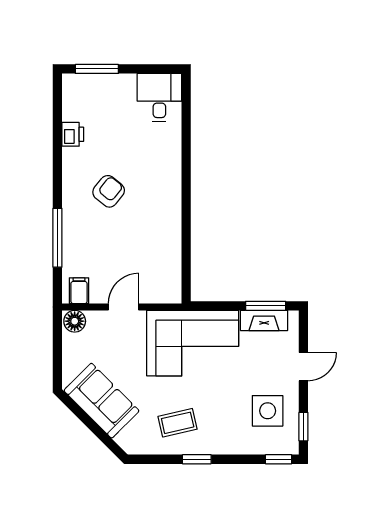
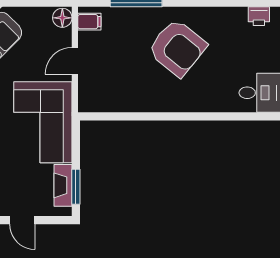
printer: (73, 134) -> (259, 16), moved
armchair: (109, 191) -> (177, 48), width x1.88, depth x1.88
door: (123, 307) -> (75, 61), swing flipped

